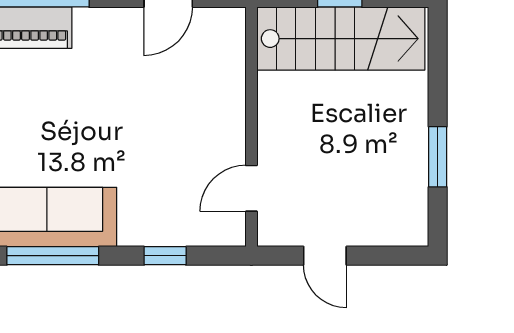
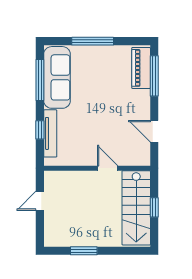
door: (251, 188) -> (108, 168), moved
tv unit: (173, 232) -> (50, 133), added

